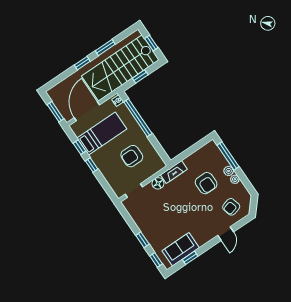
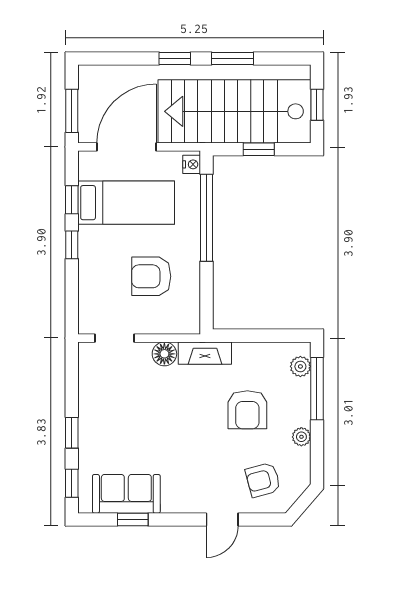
plant: (229, 171) -> (300, 366), moved

